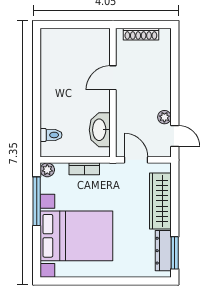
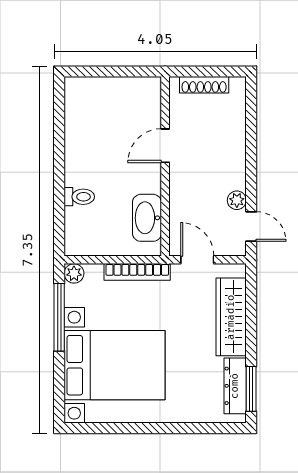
toilet: (51, 135) -> (79, 197), moved
bookcase: (84, 169) -> (137, 272), width x1.56

